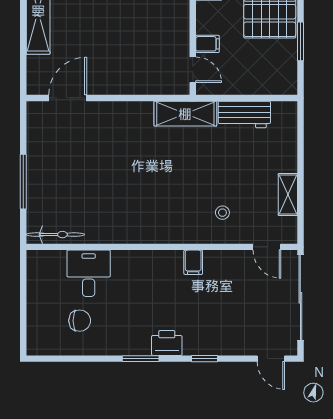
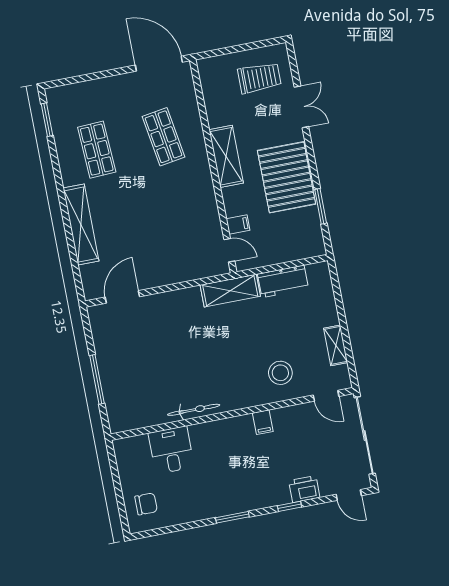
stool: (222, 213) -> (280, 373), width x1.89, depth x1.89
bicycle: (55, 235) -> (194, 410), moved
chair: (80, 321) -> (146, 504), moved
printer: (167, 343) -> (304, 489), moved

